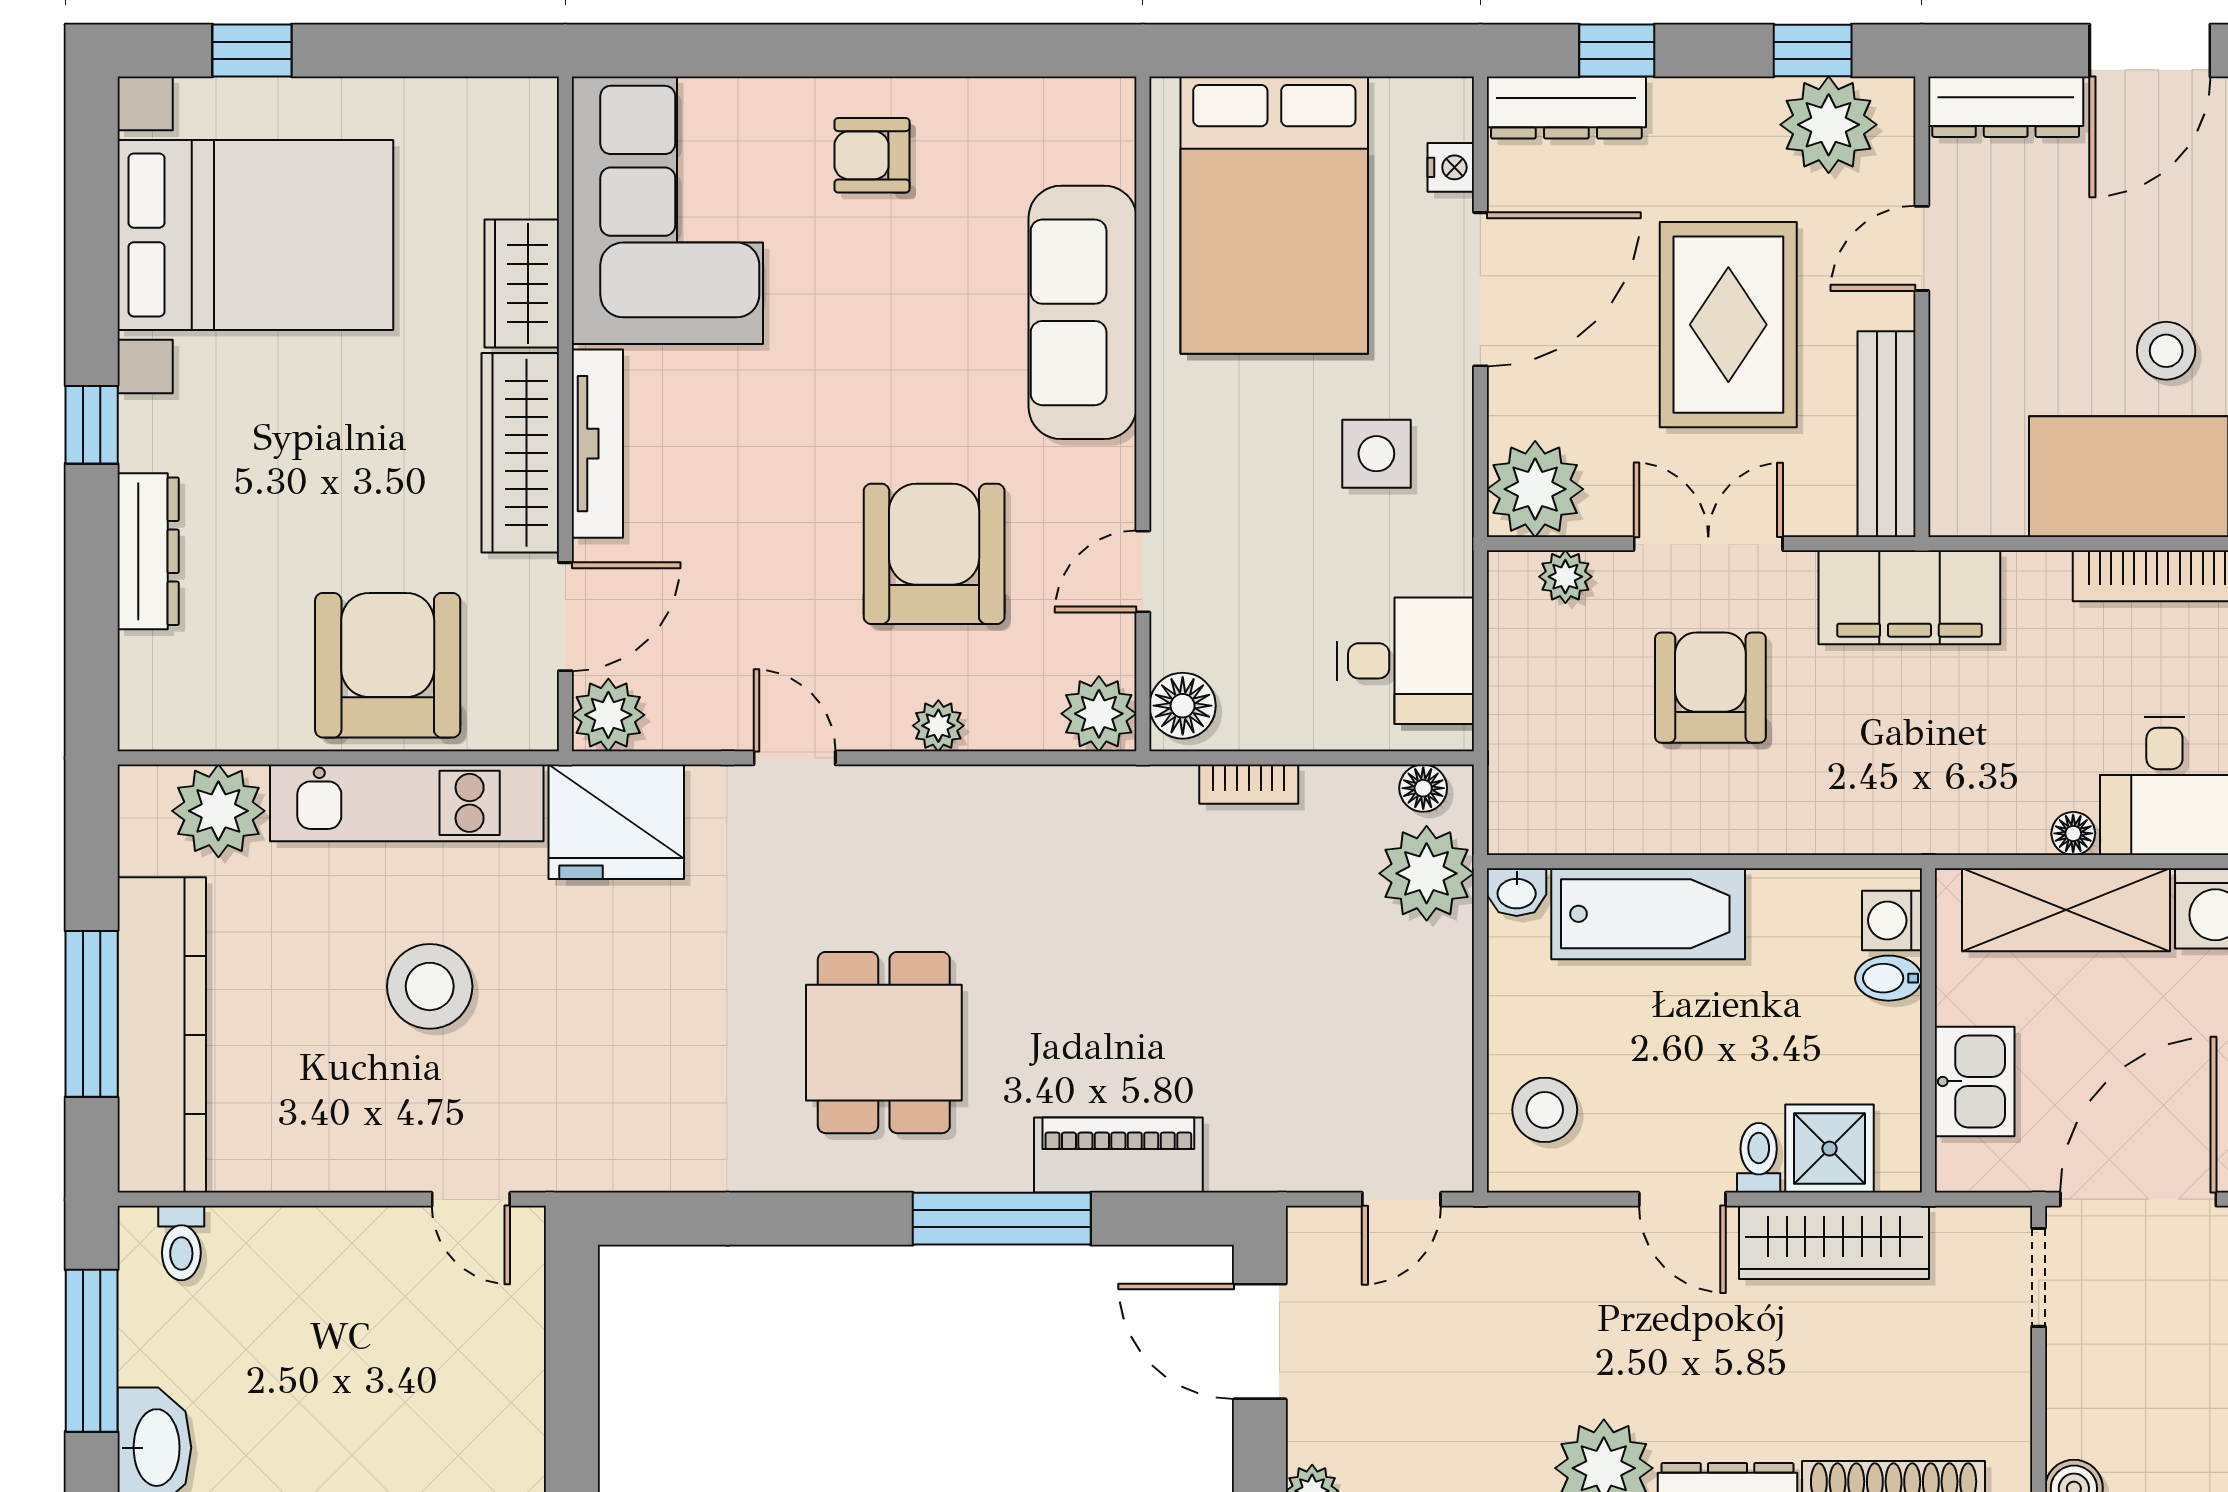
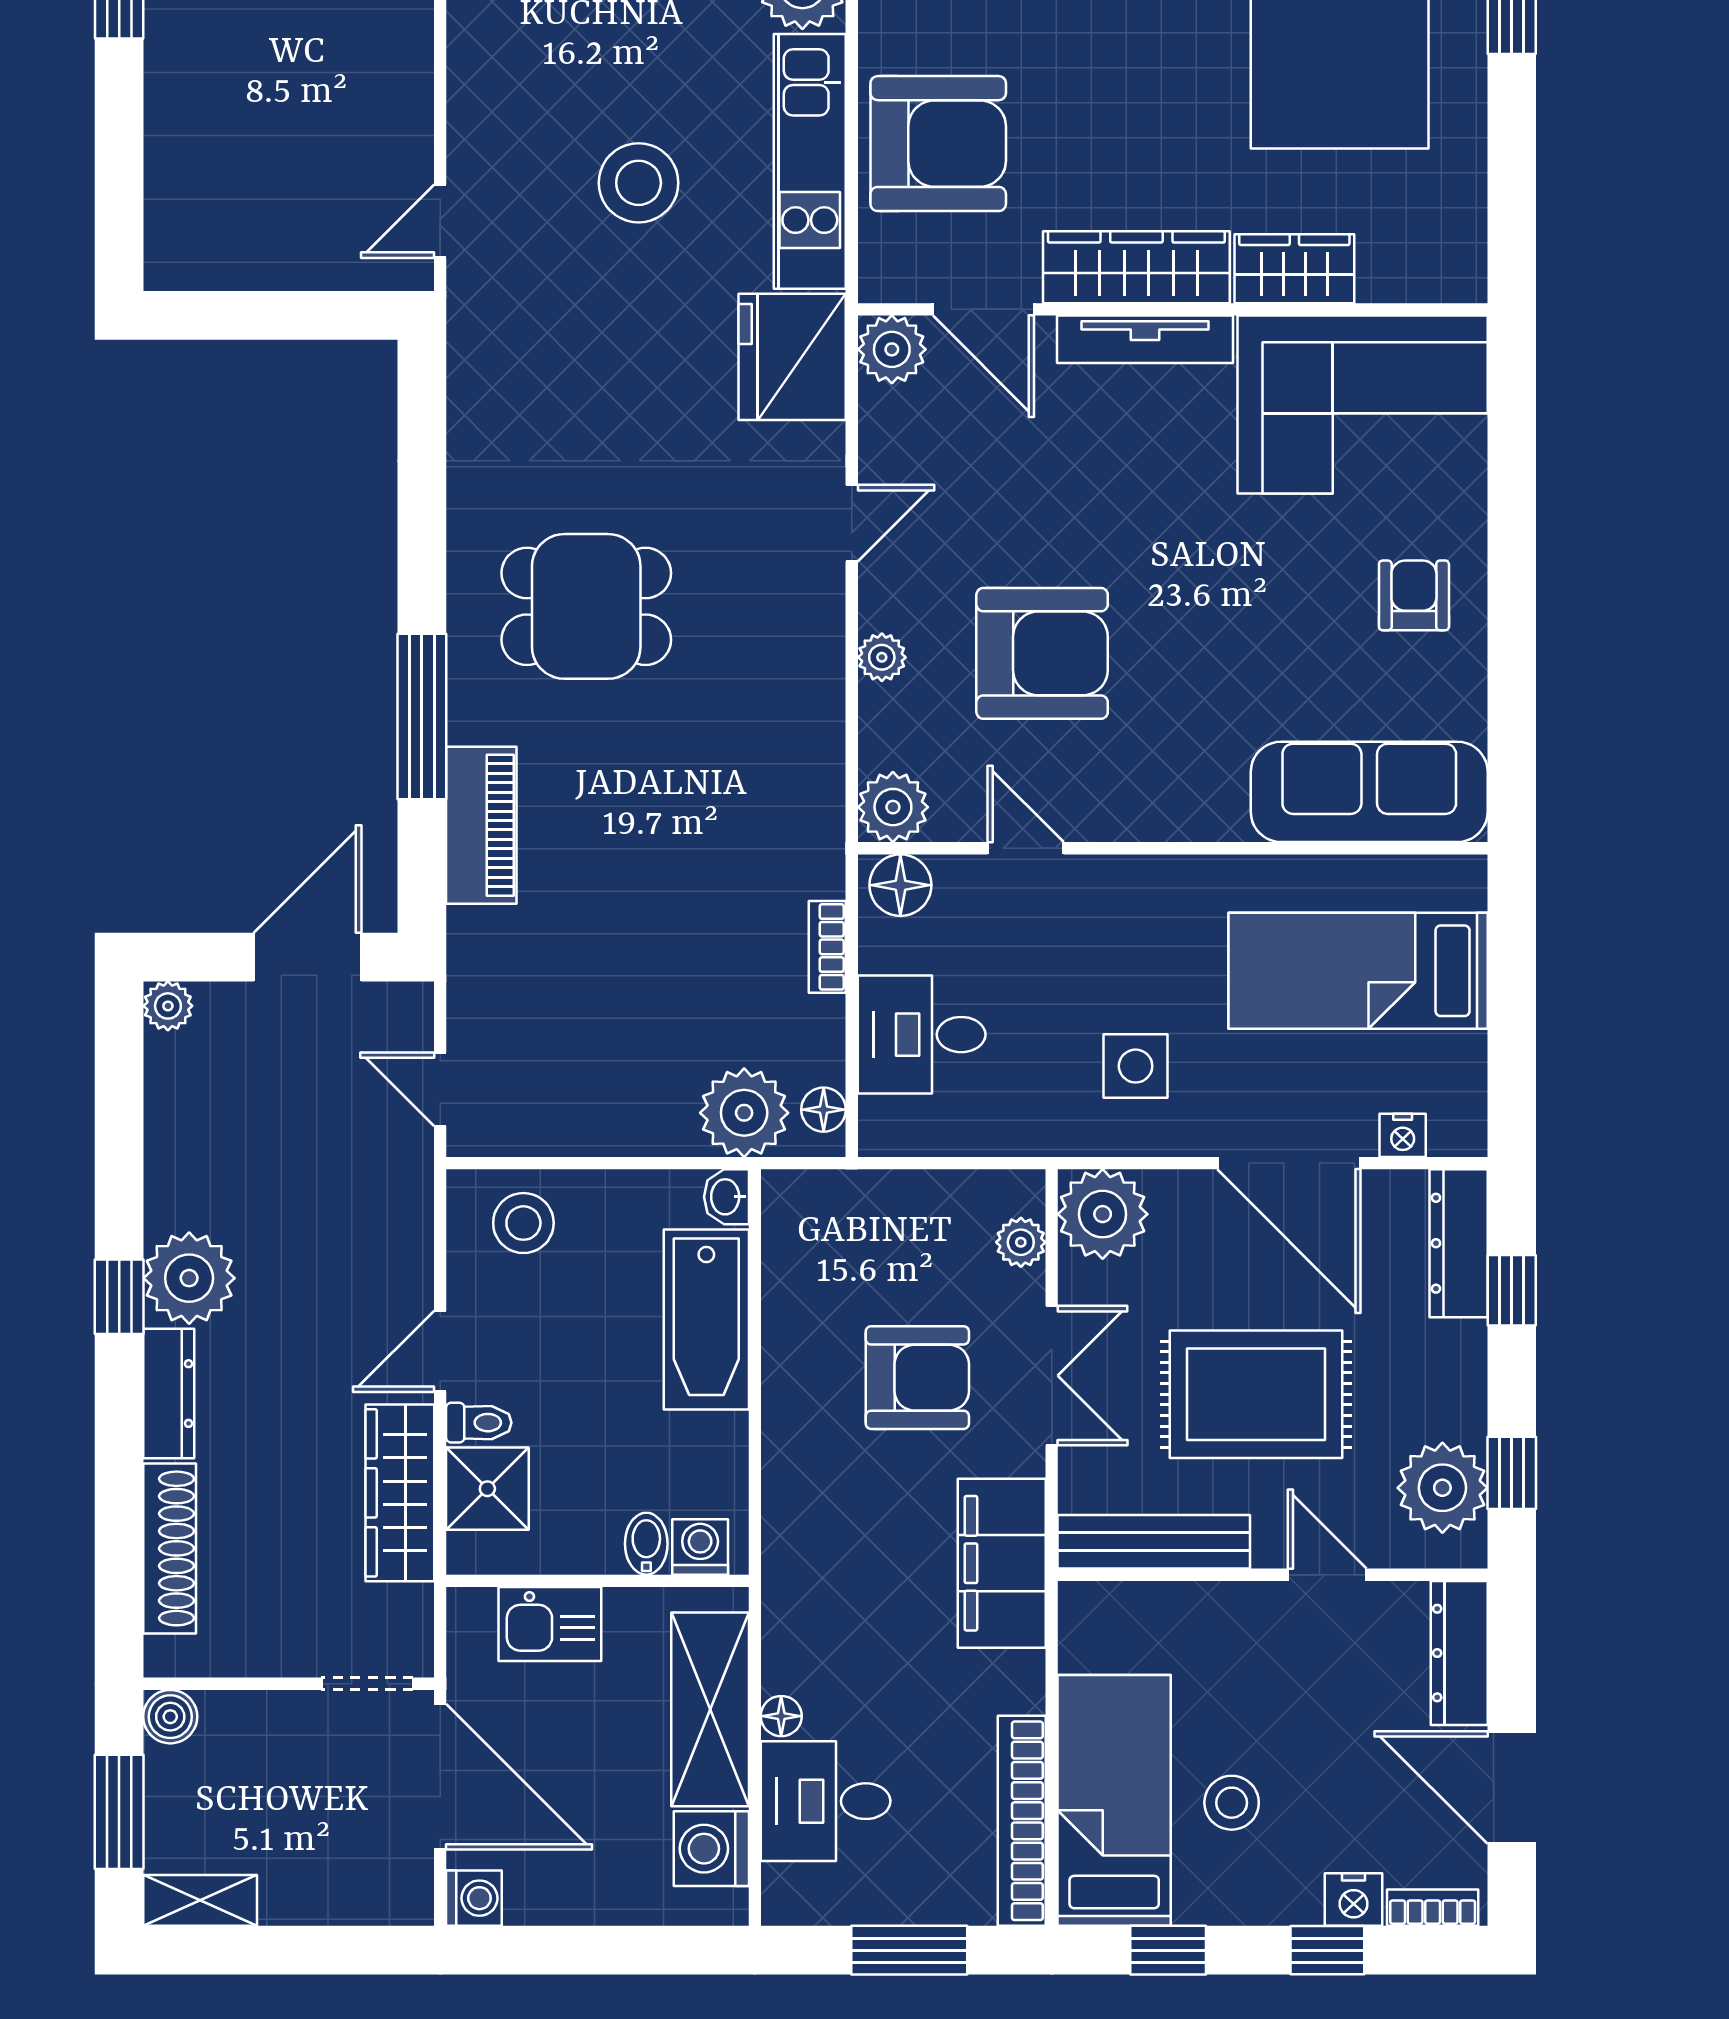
bed: (1274, 215) -> (1358, 971), width x0.67
sofa: (1083, 312) -> (1369, 792), moved
desk: (1406, 661) -> (922, 1035), moved, turned 90

